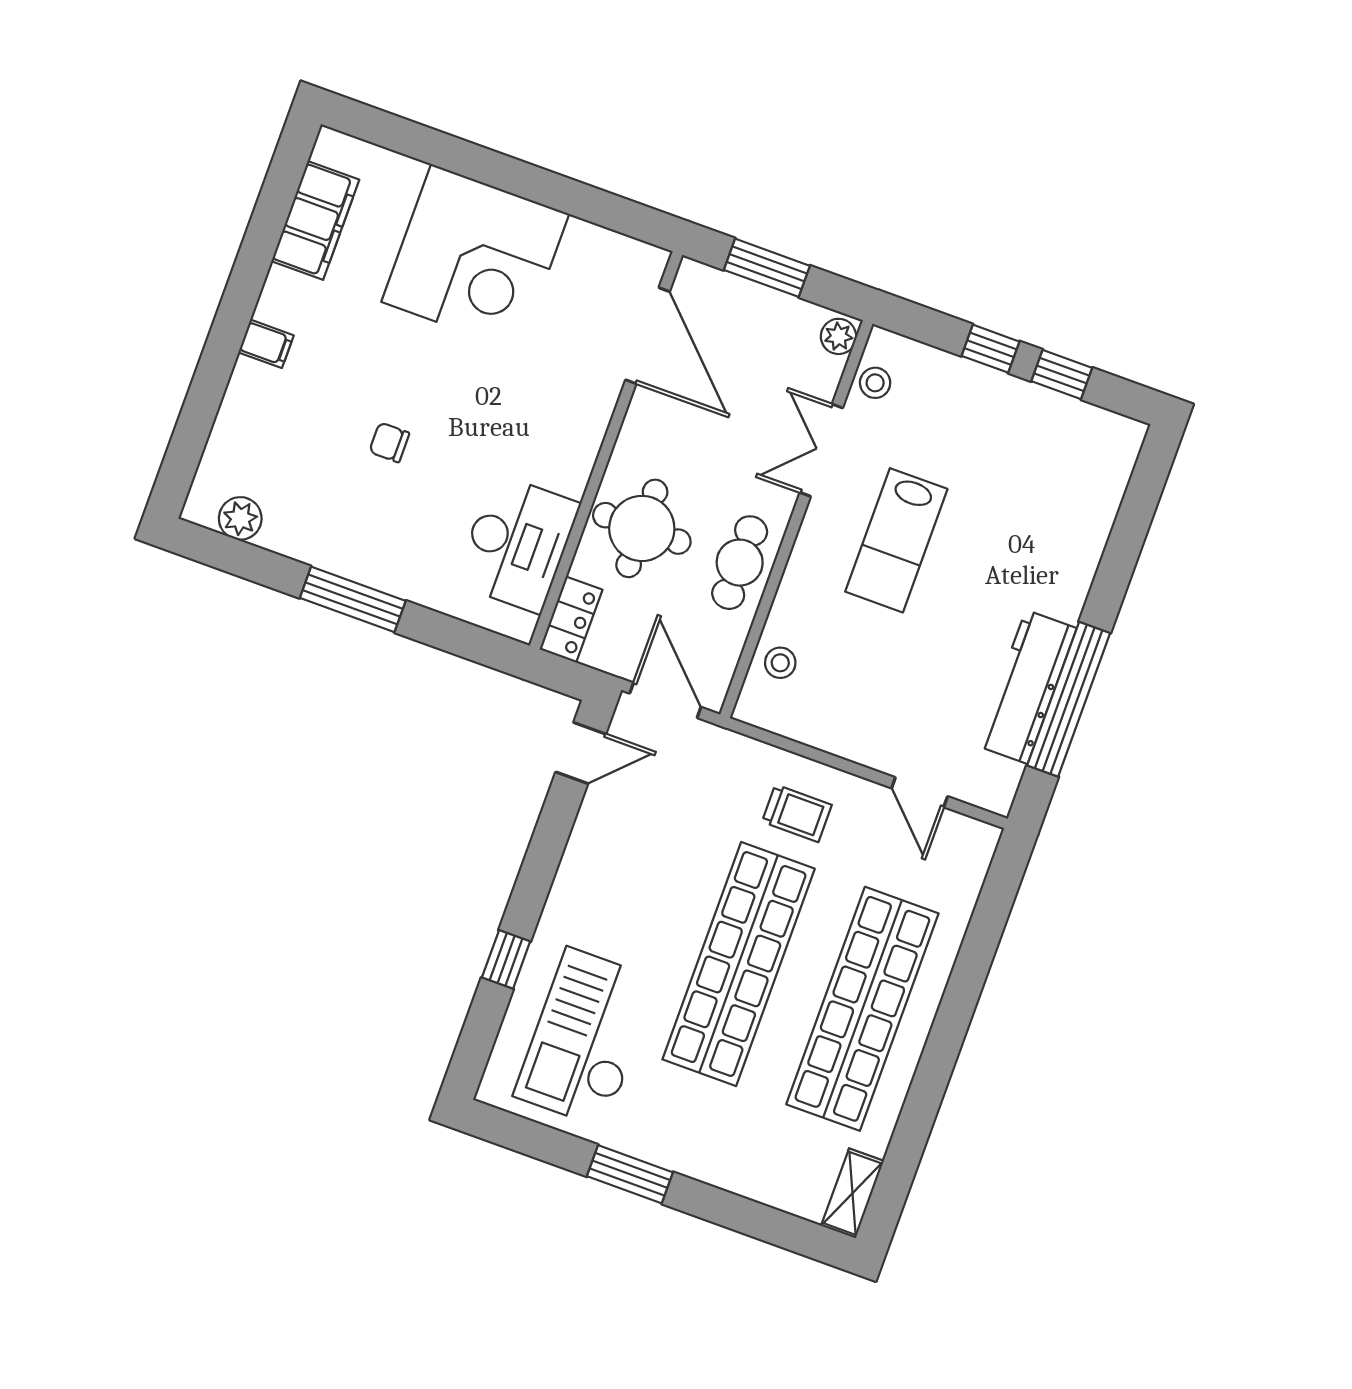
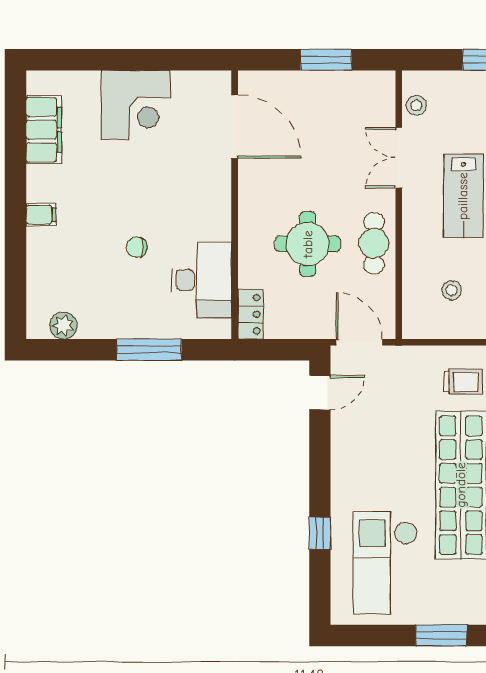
corner desk: (475, 258) -> (136, 105), width x0.74, depth x0.74
door: (648, 336) -> (235, 127), moved
plant: (838, 336) -> (384, 85), removed
wall: (606, 450) -> (235, 205), moved
desk: (517, 543) -> (201, 280), moved
locker: (571, 620) -> (250, 314), moved
stool: (780, 663) -> (452, 290), moved

